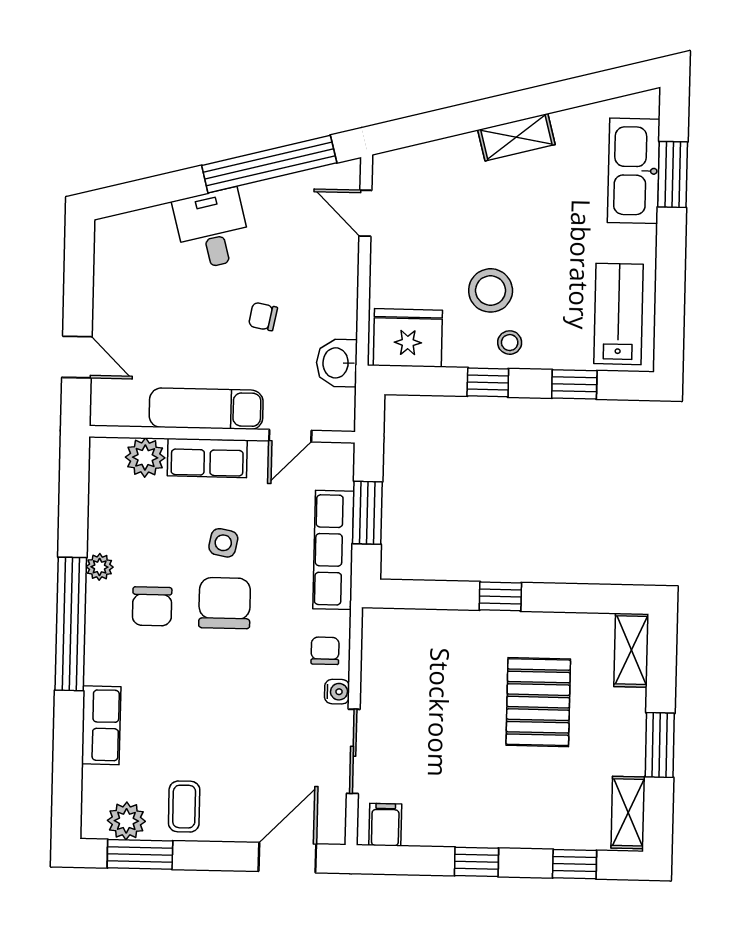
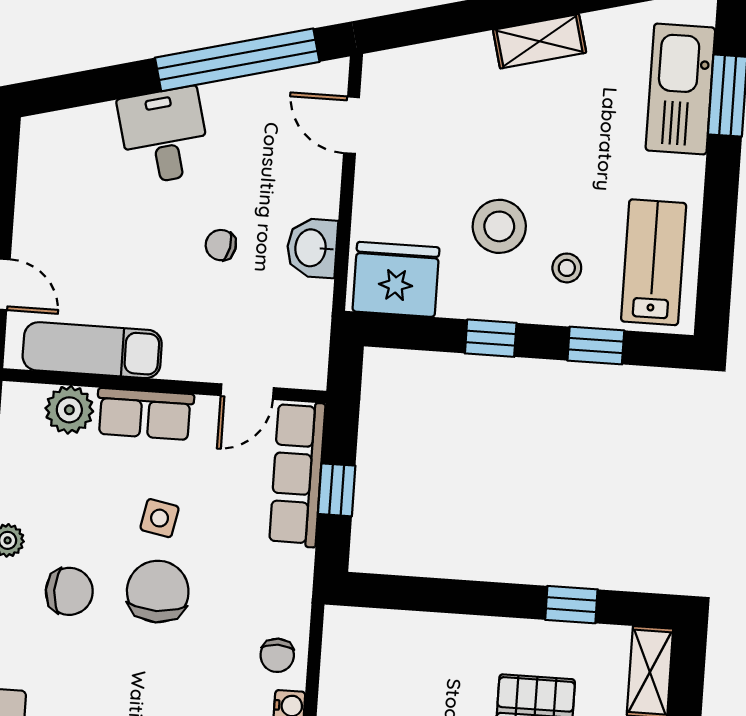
stool: (510, 343) -> (567, 268), moved
washbasin: (337, 363) -> (312, 248), moved
exam couch: (206, 409) -> (92, 350), moved
window: (367, 513) -> (337, 490), width x0.67
row of seats: (333, 550) -> (297, 474), moved
window: (500, 596) -> (571, 605), moved
chair: (152, 606) -> (69, 591), turned -90
chair: (325, 651) -> (277, 655), turned 180

